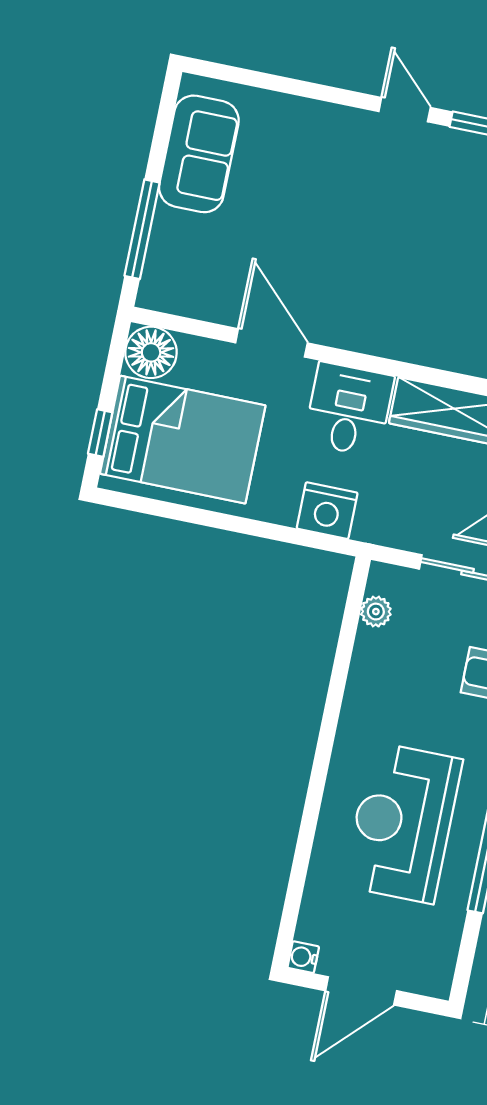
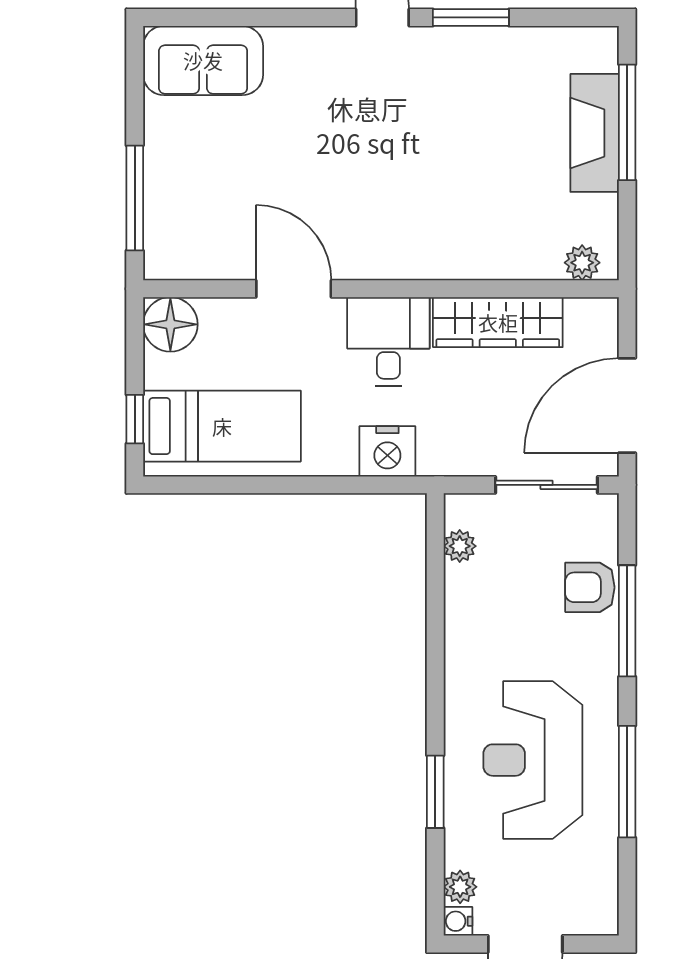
sofa: (199, 154) -> (203, 60), moved, turned 90
bed: (183, 440) -> (222, 426), width x0.67
window: (307, 833) -> (435, 792), added
plant: (312, 926) -> (460, 887), added

